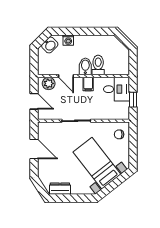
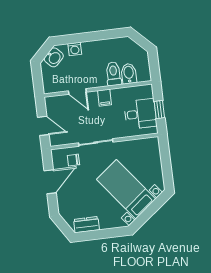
bidet: (85, 66) -> (129, 74), moved
plant: (49, 83) -> (58, 103), removed
desk: (117, 89) -> (140, 114), moved
chair: (119, 134) -> (73, 160), moved
door: (34, 149) -> (50, 182), hinge flipped

